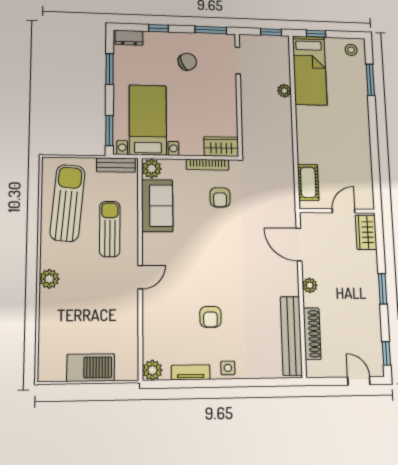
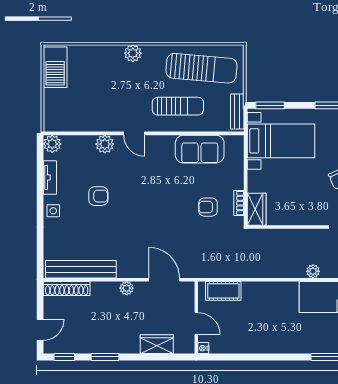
bookcase: (207, 165) -> (239, 203), width x0.64
plant: (152, 169) -> (105, 144), moved
nightstand: (368, 204) -> (203, 348), added
wardrobe: (366, 232) -> (157, 344), moved
door: (299, 245) -> (164, 280), hinge flipped
window: (383, 289) -> (105, 357), moved
armchair: (210, 317) -> (98, 196), turned 180
shoe rack: (312, 334) -> (67, 289), moved
barbecue: (91, 368) -> (55, 67), moved

